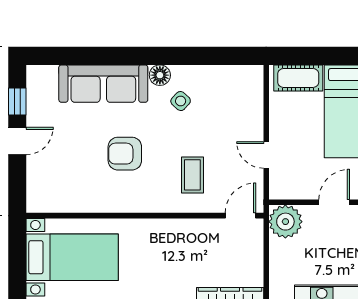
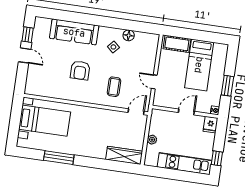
floor lamp: (160, 75) -> (129, 35), moved
door: (17, 141) -> (25, 55), hinge flipped
armchair: (125, 154) -> (80, 70), turned -90
plant: (285, 222) -> (152, 140), moved, width x0.53, depth x0.53

